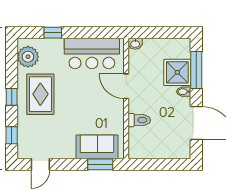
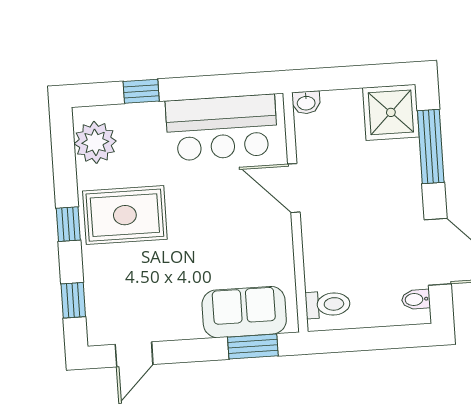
shower: (177, 72) -> (391, 112), moved
bidet: (184, 92) -> (416, 299), moved
rug: (40, 94) -> (125, 215), turned 90
toilet: (139, 120) -> (328, 304), moved

